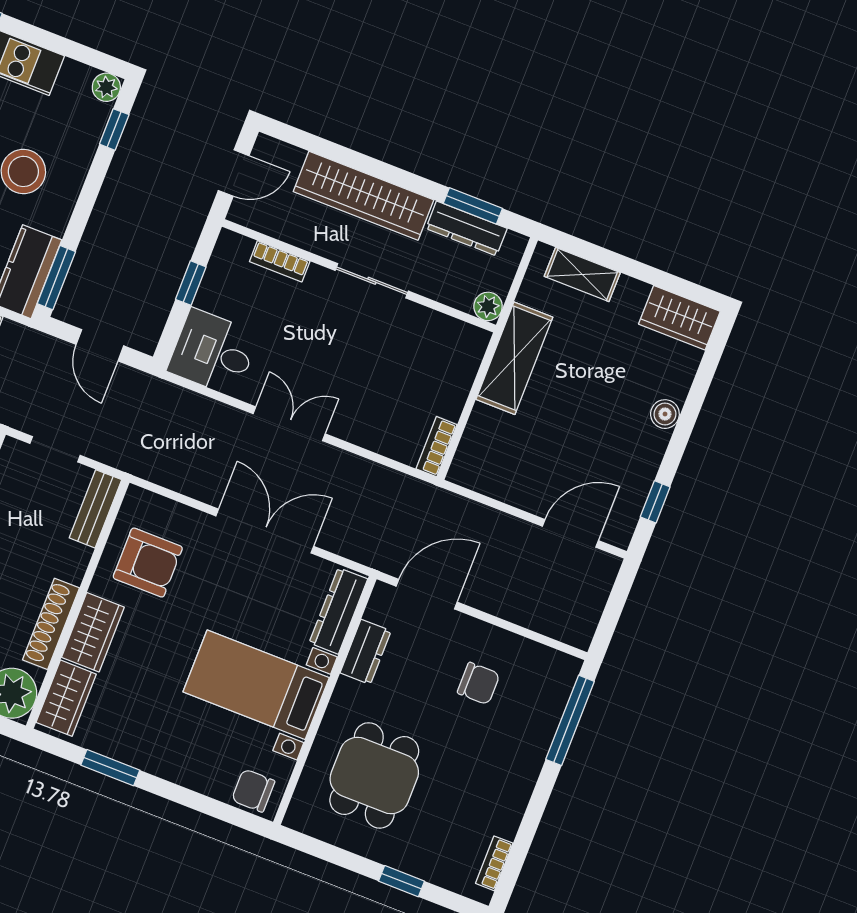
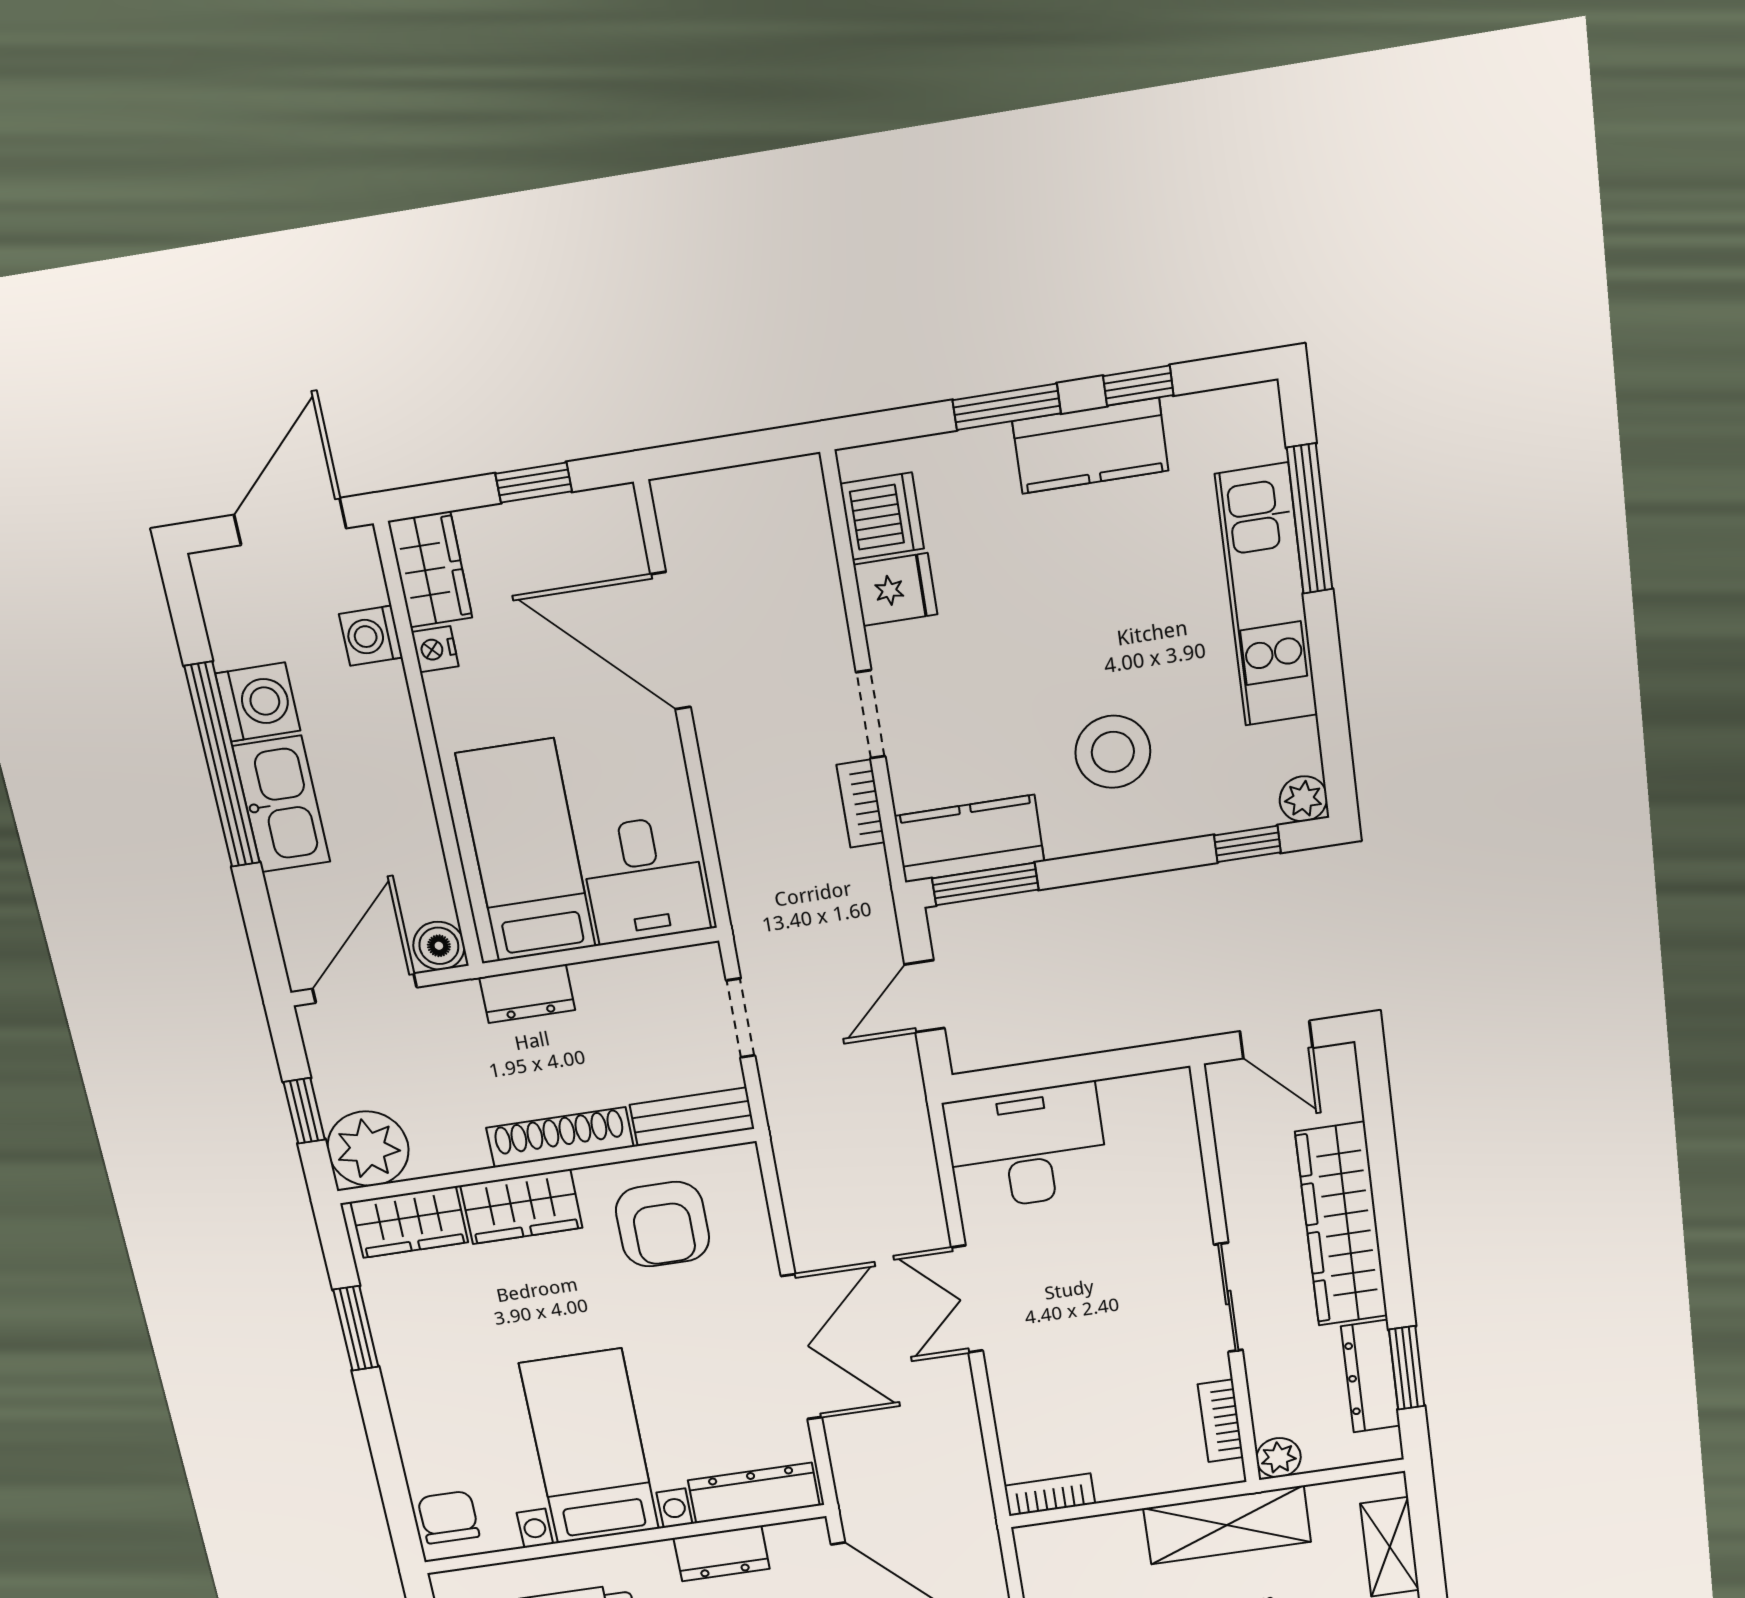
bookcase: (280, 261) -> (1221, 1421), moved
window: (191, 283) -> (1086, 1068), removed
desk: (213, 352) -> (1027, 1147), width x1.37
double door: (289, 424) -> (967, 1299), swing flipped
shoe rack: (51, 624) -> (560, 1137), moved

